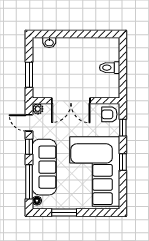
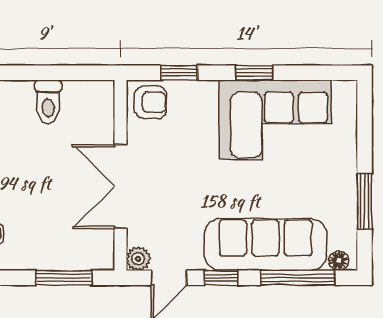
double door: (71, 101) -> (121, 186), swing flipped
armchair: (109, 114) -> (150, 102), turned -90
corner sofa: (95, 172) -> (275, 120), width x0.73, depth x0.74

